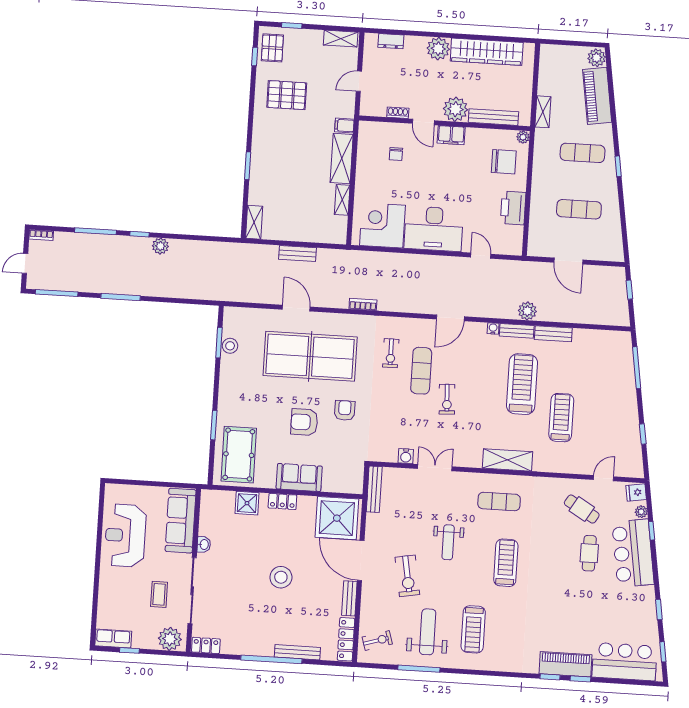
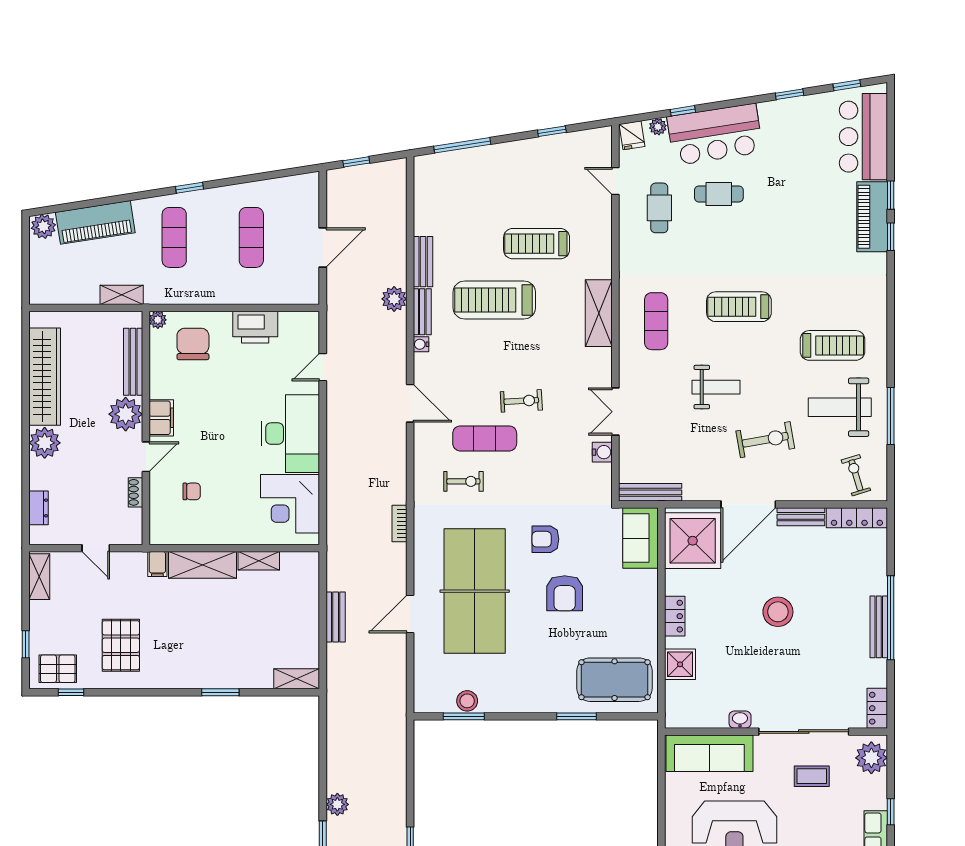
sofa: (299, 477) -> (641, 538), moved
cafe table: (582, 509) -> (659, 208), turned -31
bench: (297, 652) -> (879, 627), moved

